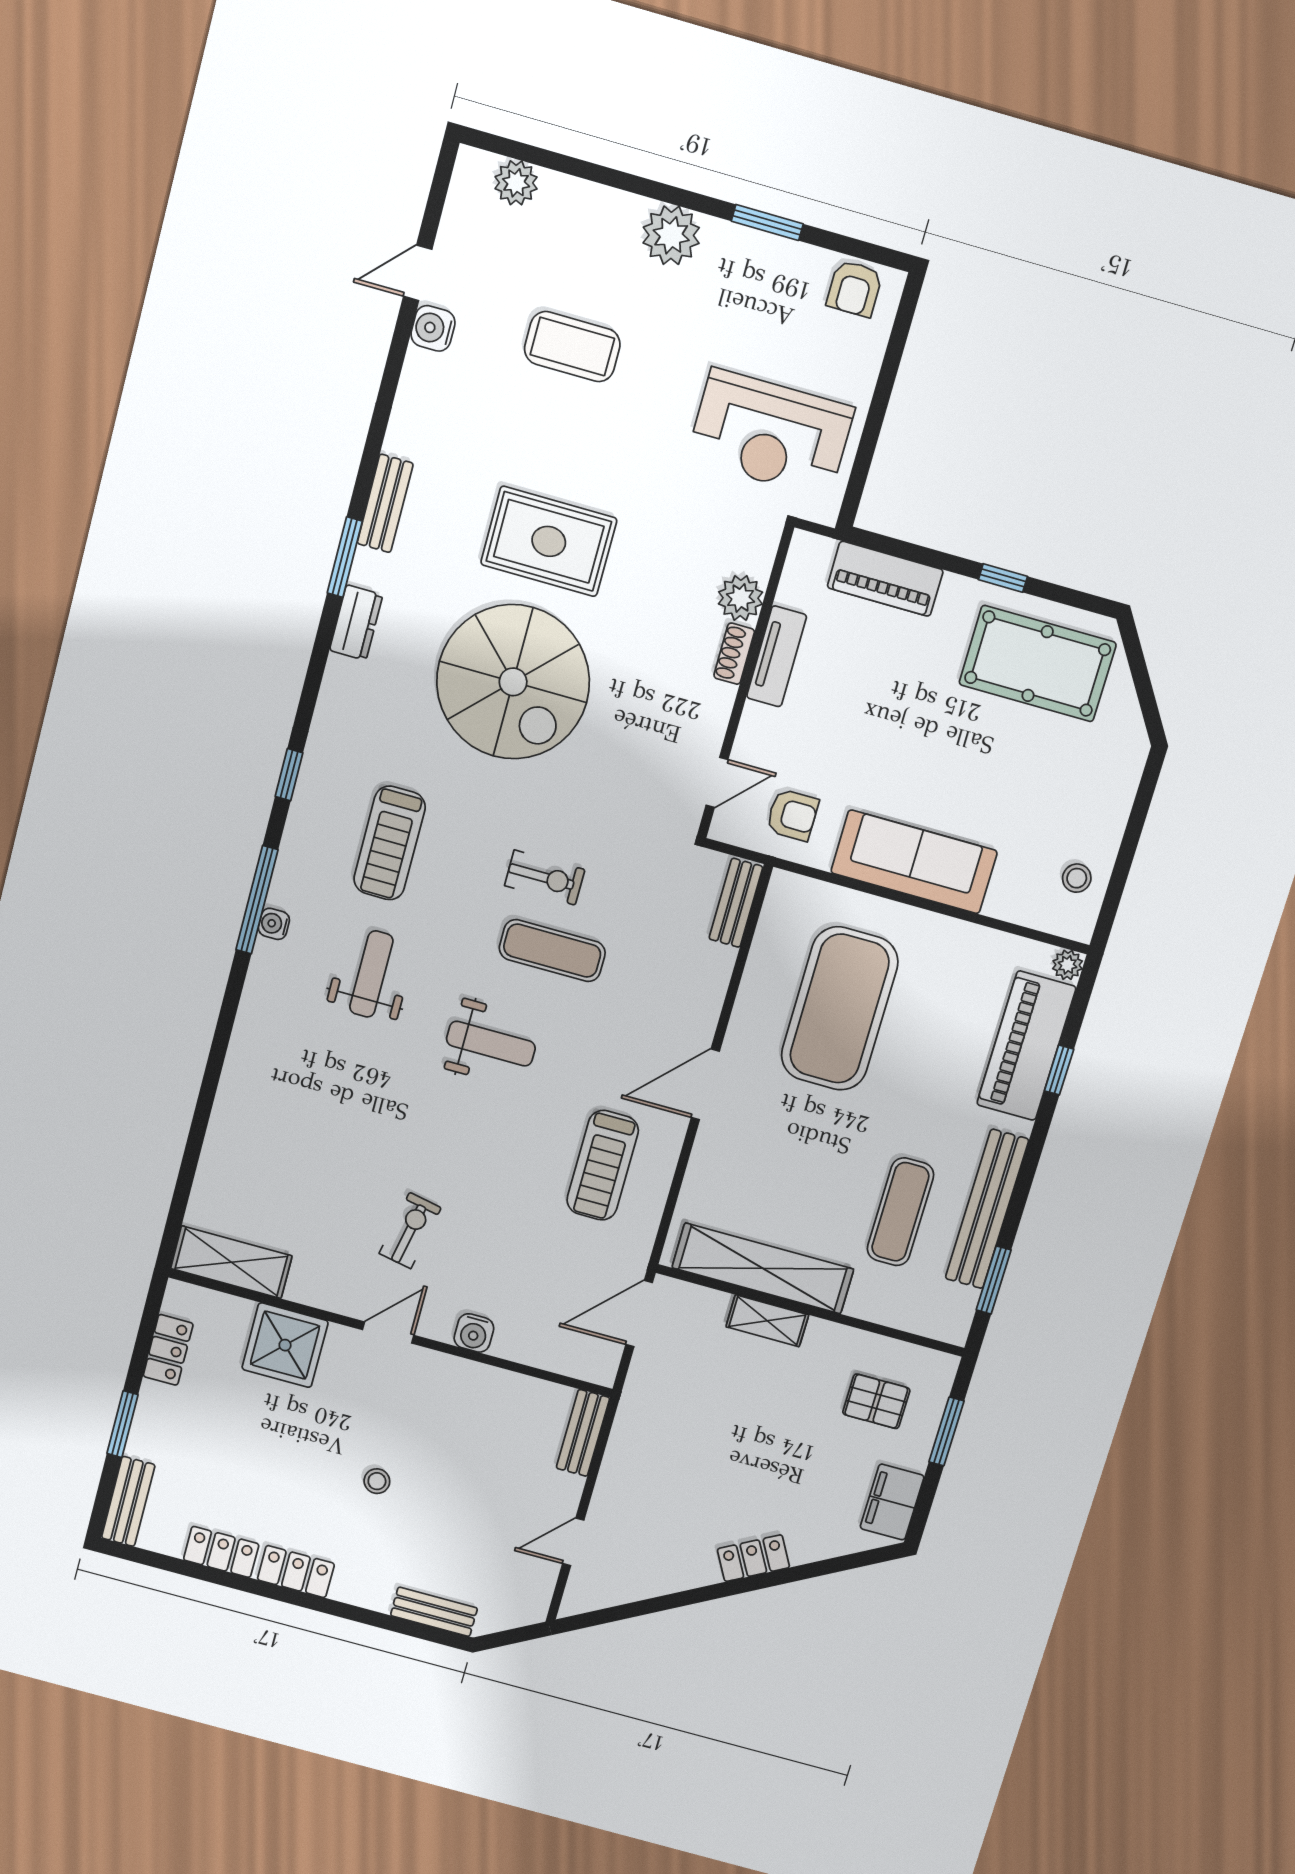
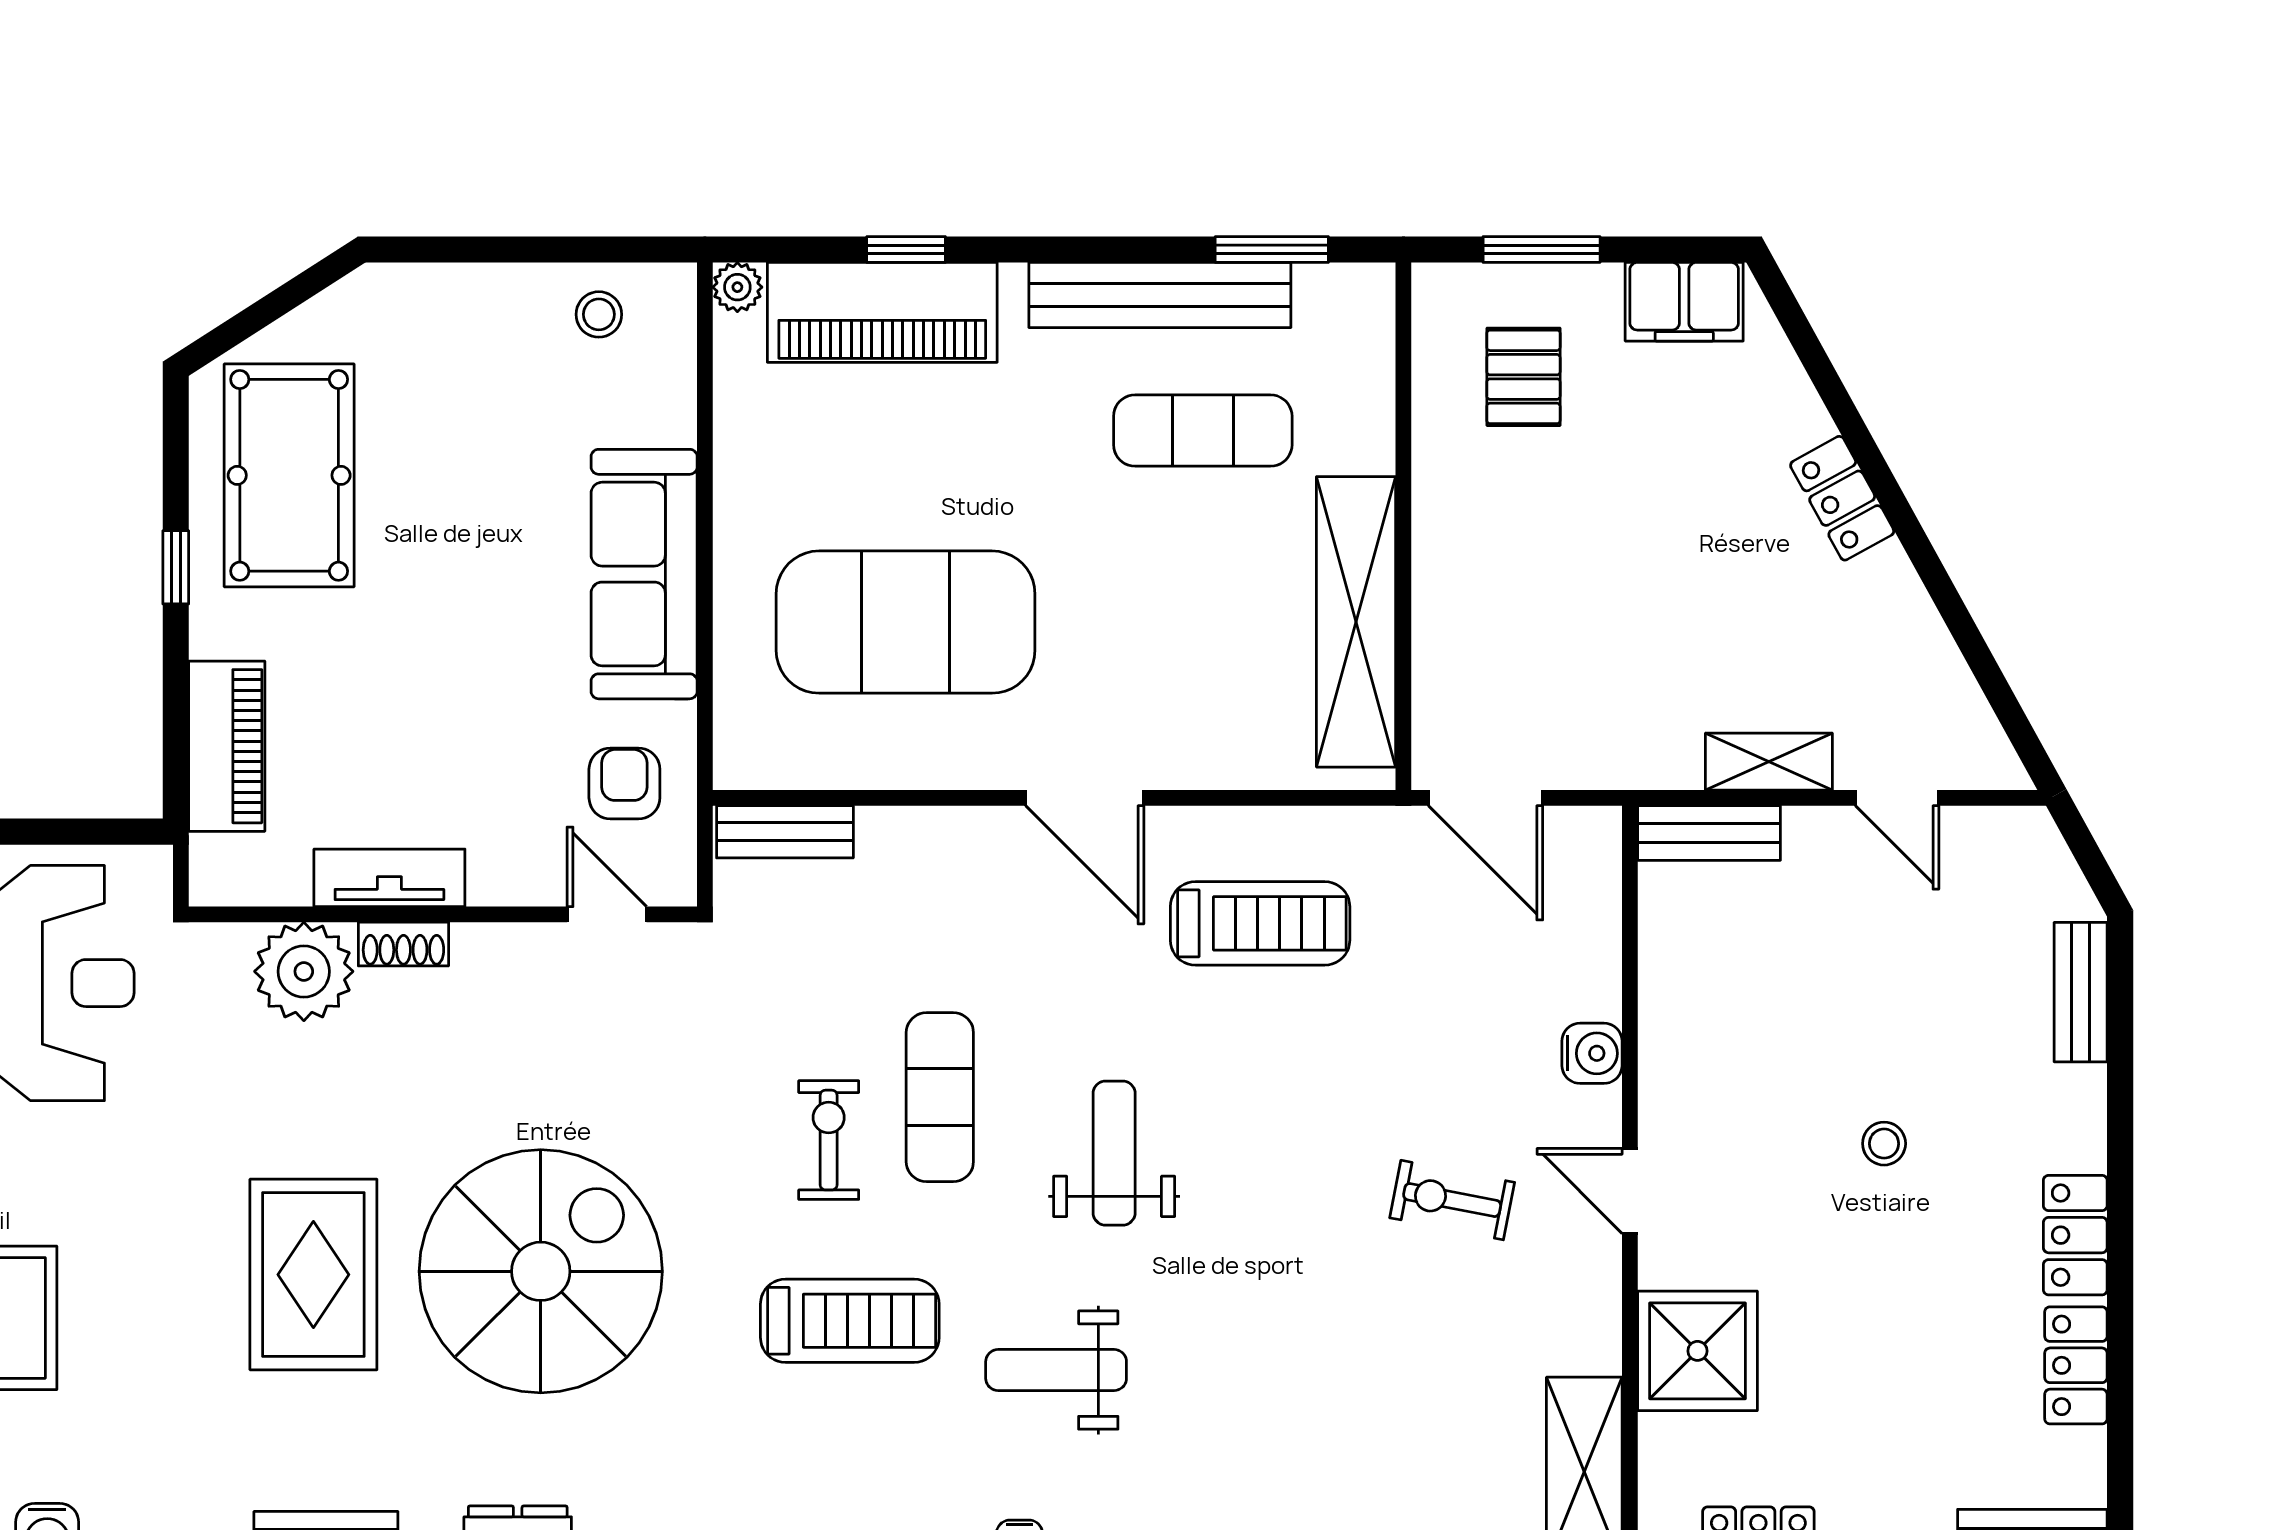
plant: (741, 598) -> (304, 971), width x1.36, depth x1.36
treadmill: (390, 843) -> (850, 1321), moved
shelving: (767, 1321) -> (1769, 762), moved, turned 90

